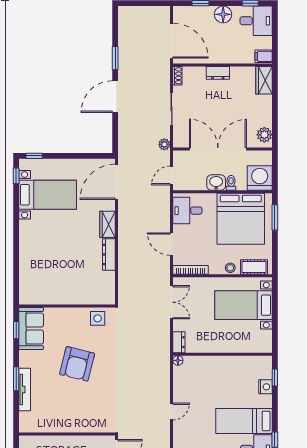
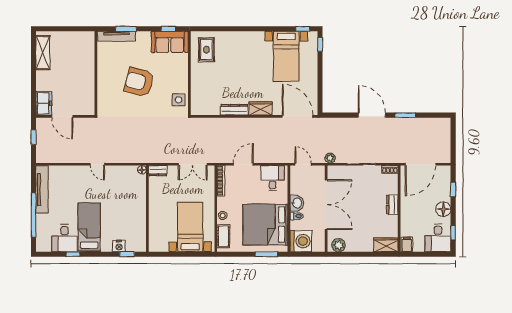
rug: (40, 286) -> (206, 50), added
wall: (67, 434) -> (96, 73), moved

